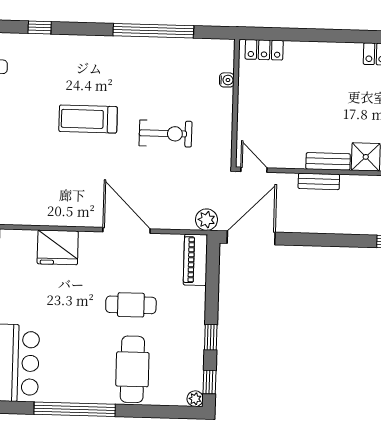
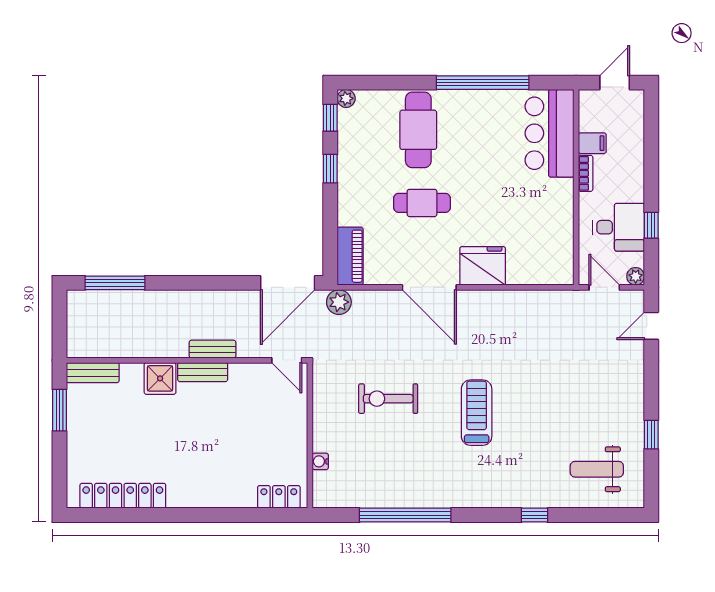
treadmill: (88, 119) -> (477, 413), turned -90
fridge: (58, 247) -> (483, 266), moved

